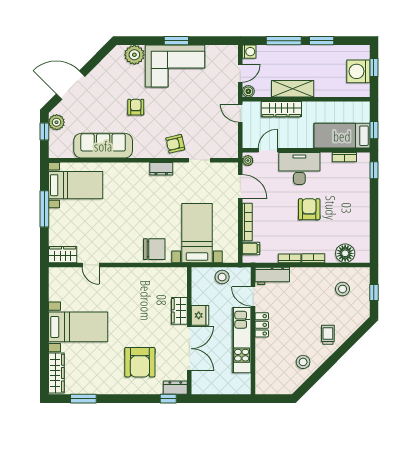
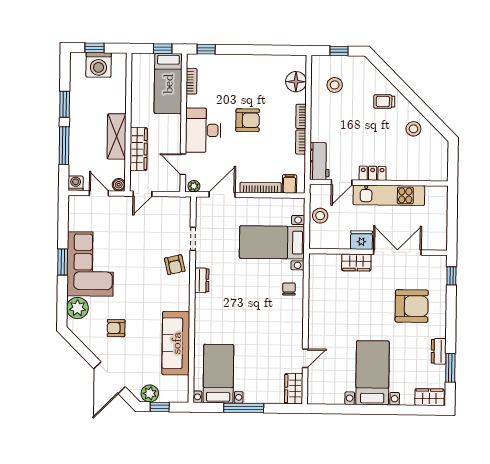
armchair: (136, 107) -> (116, 328), moved
armchair: (309, 209) -> (248, 120), turned 180
chair: (154, 249) -> (289, 289), width x0.54, depth x0.54
wardrobe: (56, 373) -> (429, 397), width x0.67
dresser: (175, 388) -> (439, 351), moved

